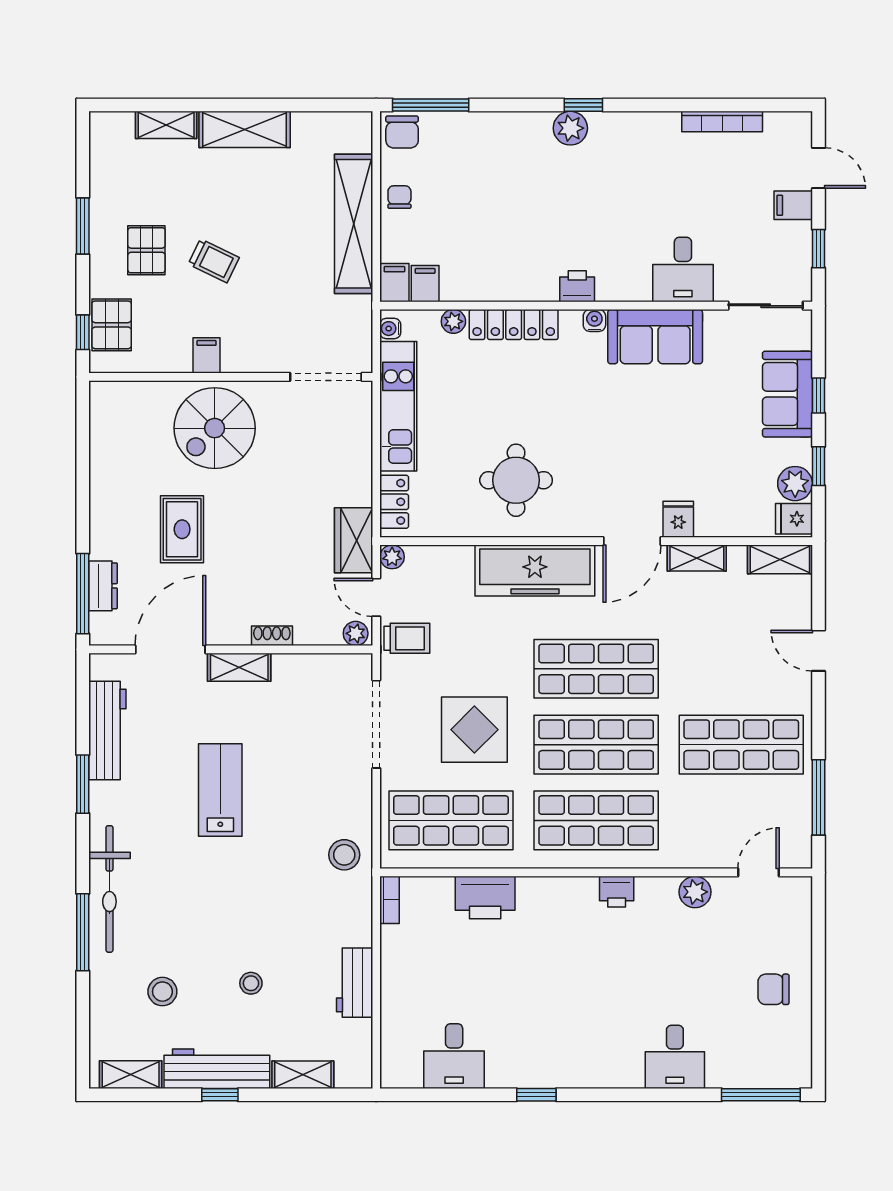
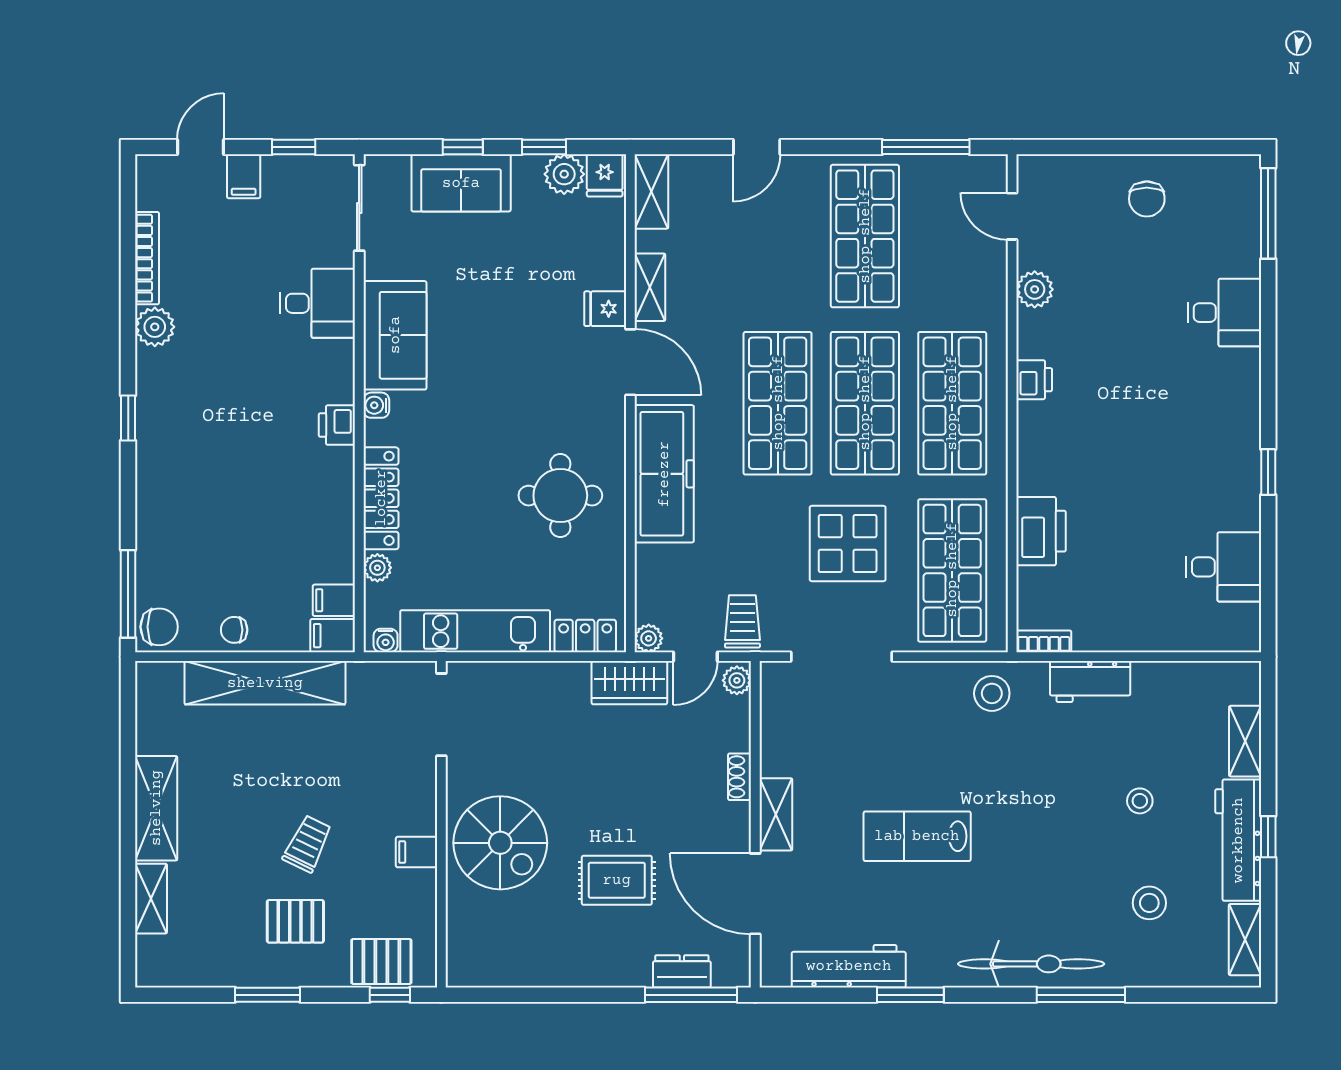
plant: (570, 128) -> (155, 327), moved
workbench: (355, 983) -> (1090, 682), moved

